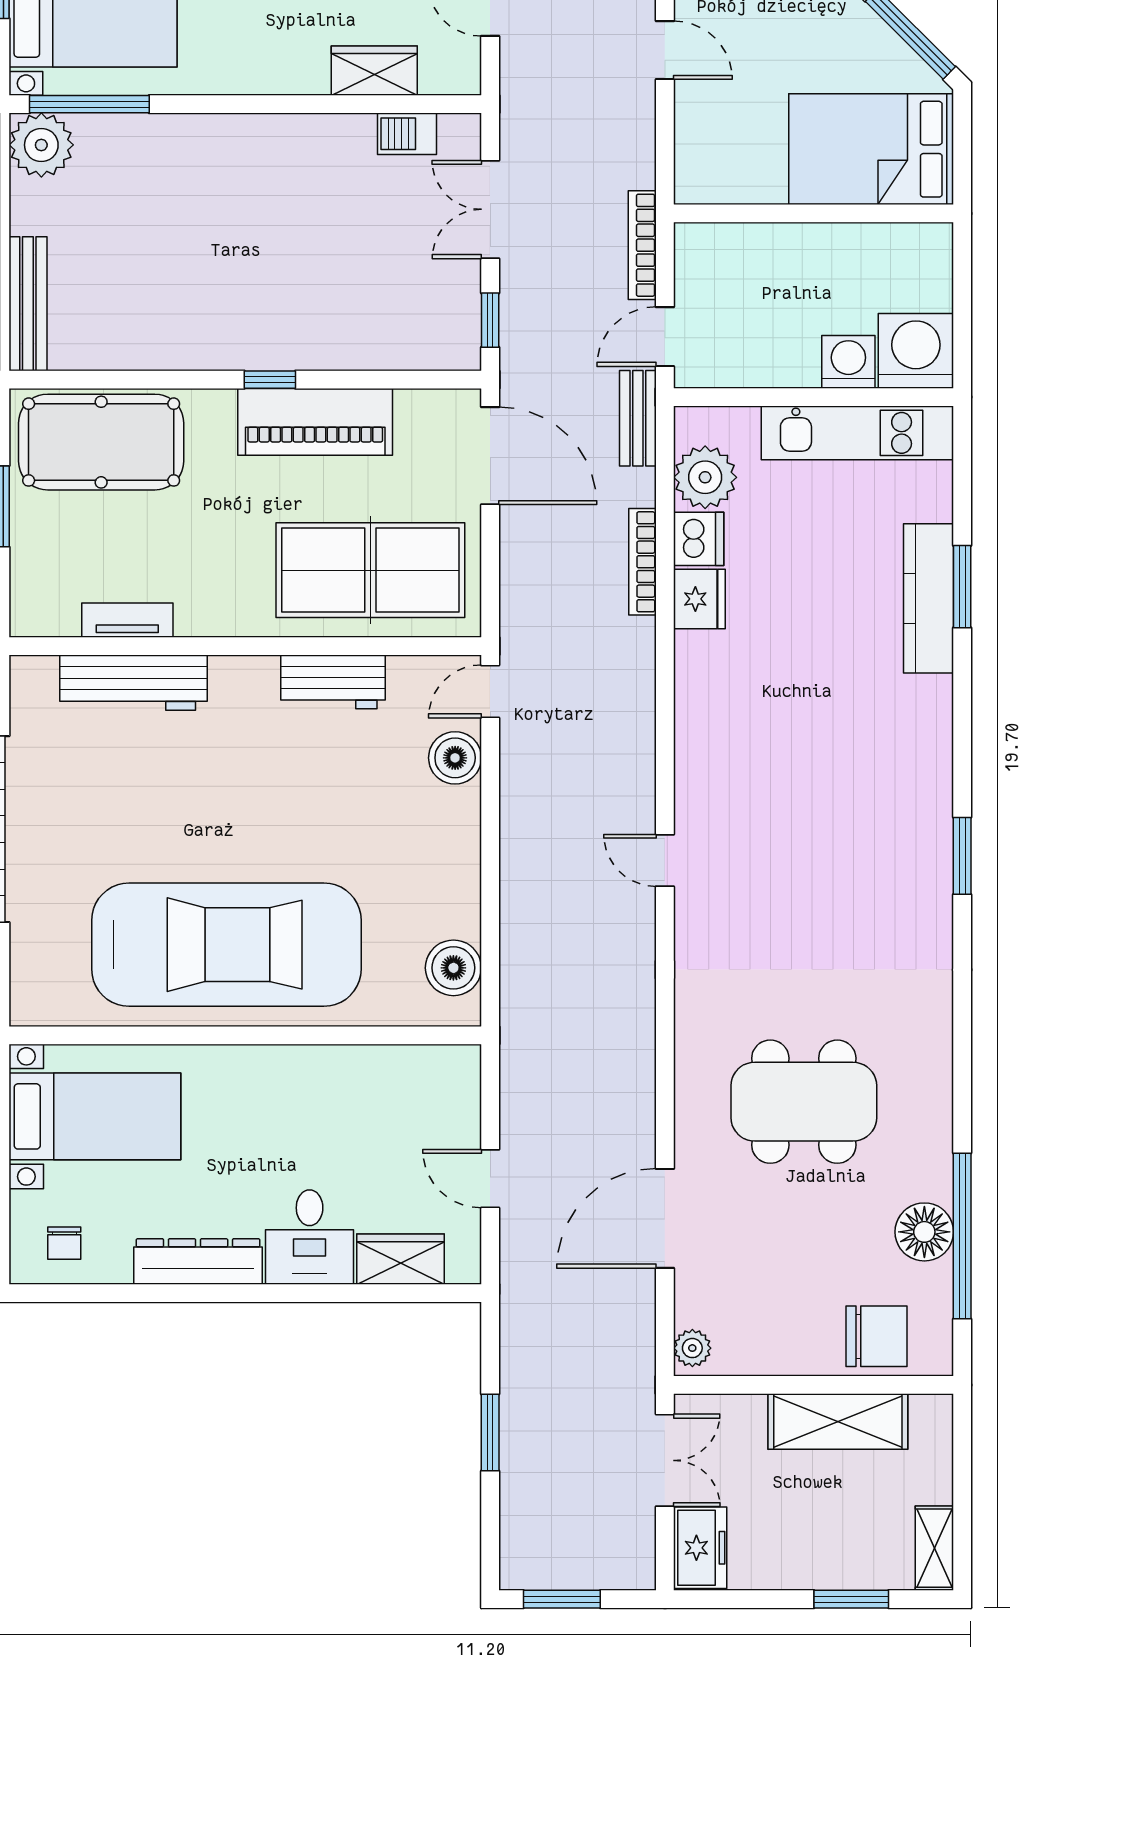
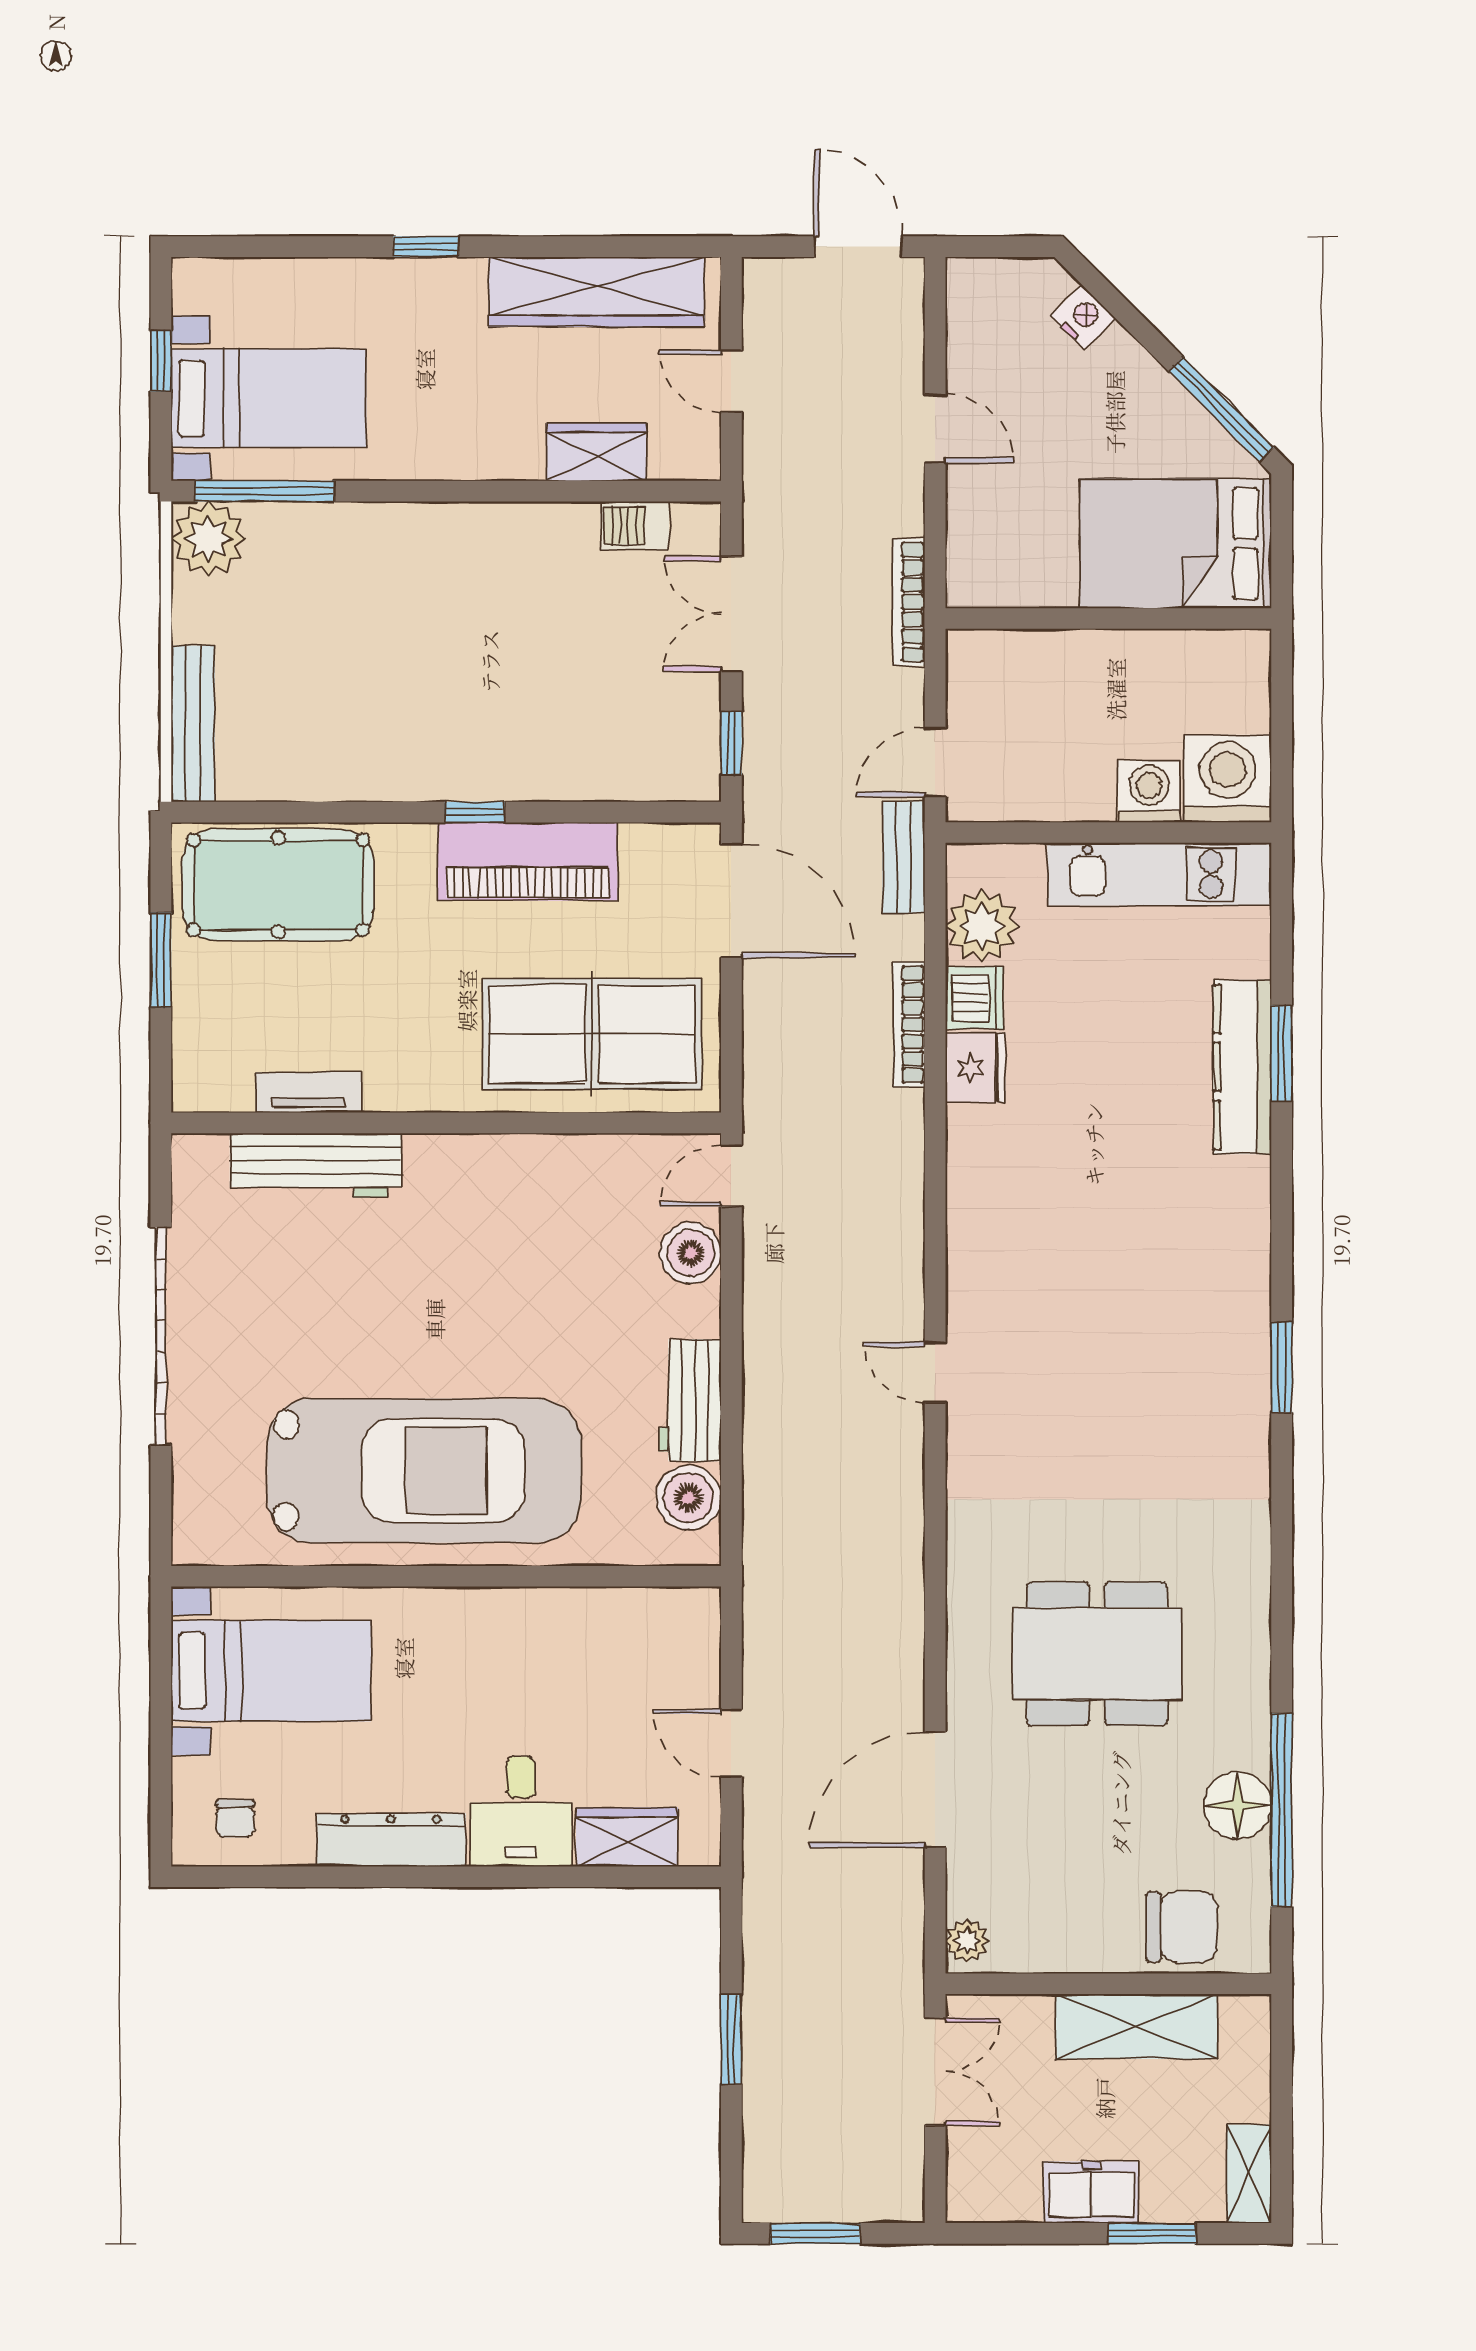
bookcase: (642, 245) -> (909, 602), moved
workbench: (333, 682) -> (690, 1400), moved, turned 90
freezer: (700, 1548) -> (1091, 2192), moved, turned -90

